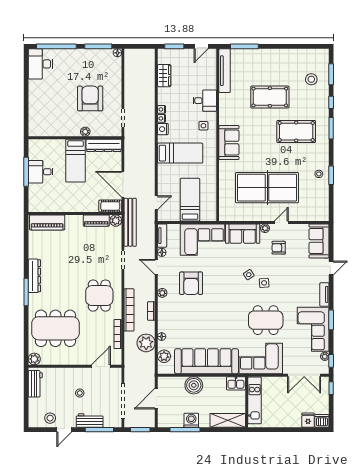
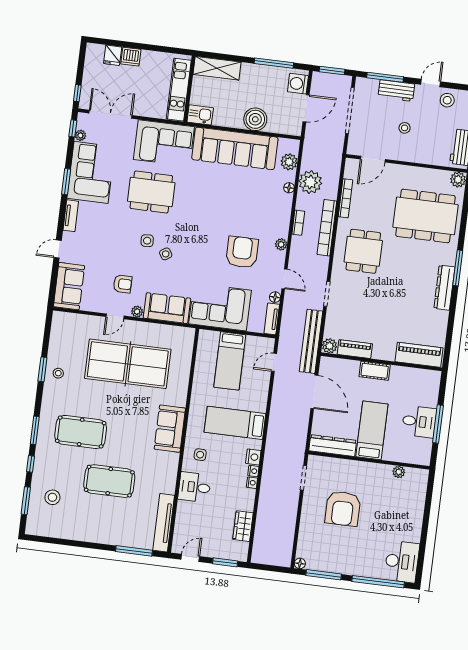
plant: (85, 132) -> (399, 472), moved
cot: (110, 206) -> (375, 371), moved
washing machine: (191, 420) -> (298, 84), moved, turned 90
dishwasher: (322, 421) -> (131, 57), moved

